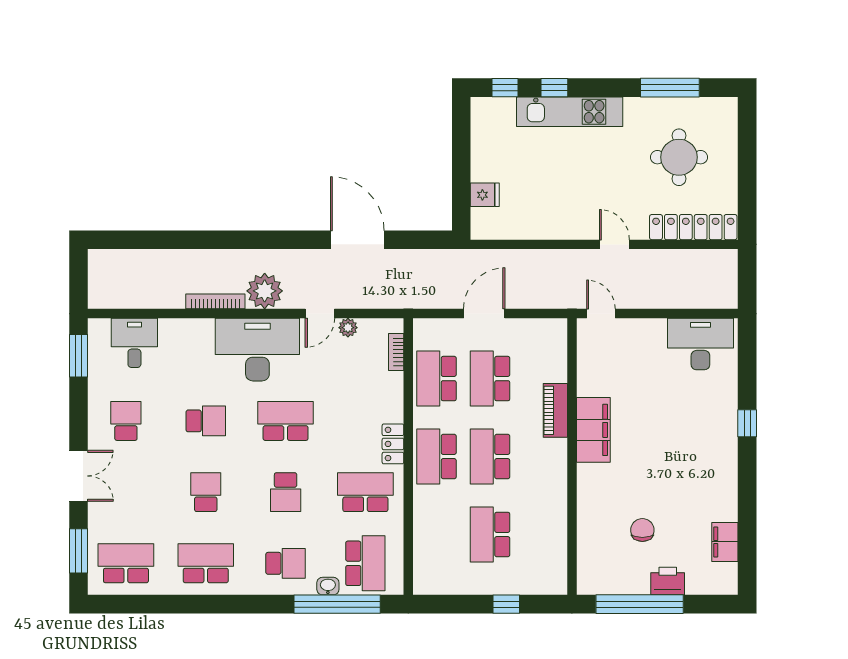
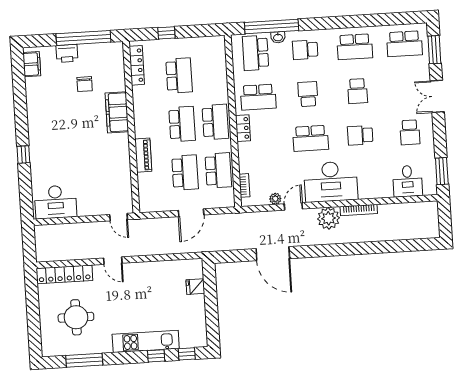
filing cabinet: (593, 430) -> (117, 112), moved
filing cabinet: (725, 542) -> (32, 64), moved
locker: (557, 555) -> (137, 65), added

